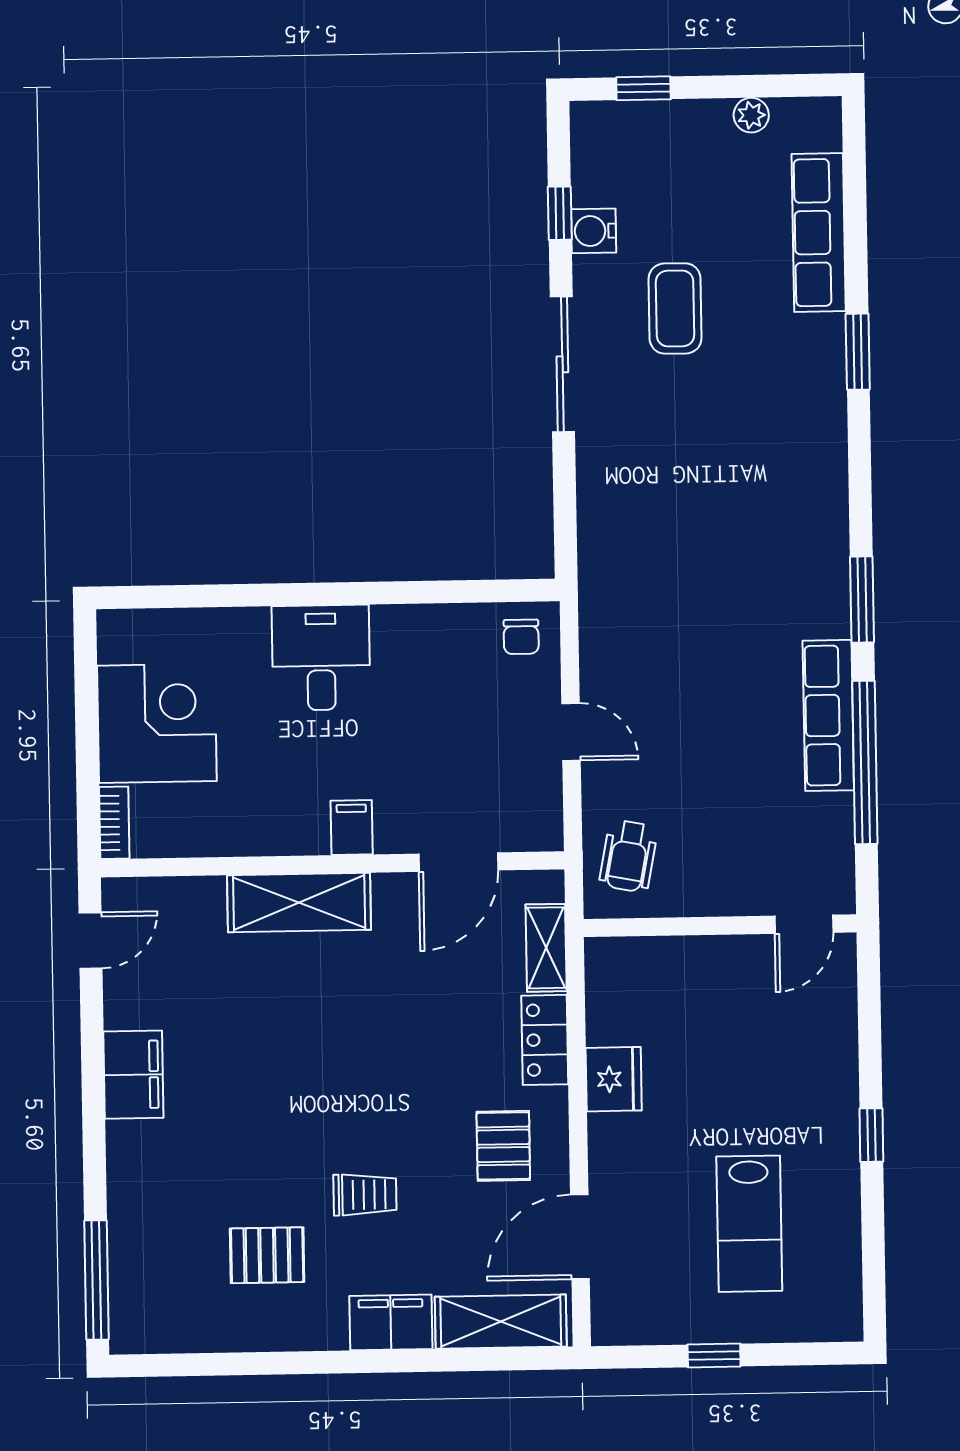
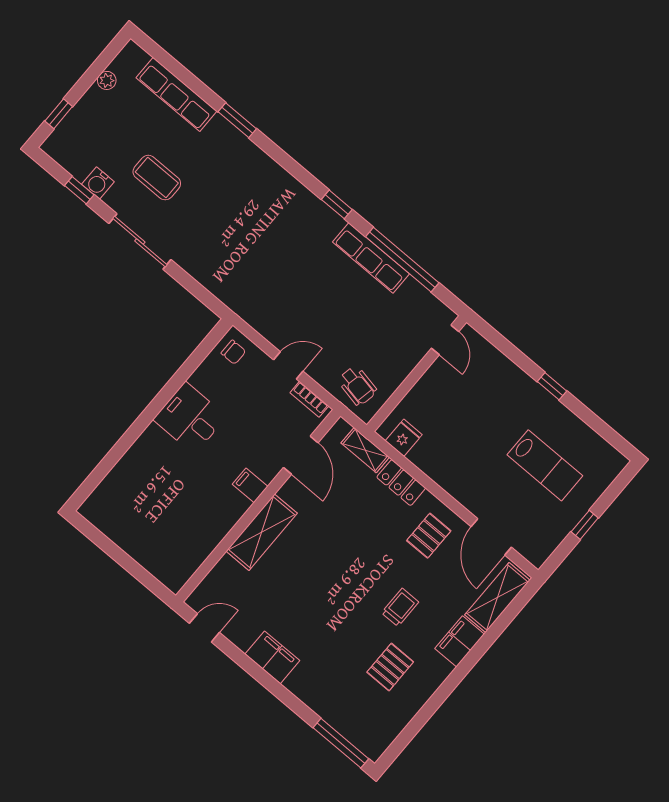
window: (862, 600) -> (337, 204), width x0.67
desk: (321, 658) -> (190, 418), moved
corner desk: (157, 723) -> (141, 526), removed
bookcase: (114, 823) -> (309, 399), moved, turned 180
door: (91, 940) -> (204, 628), hinge flipped
fridge: (614, 1079) -> (404, 438), moved, width x0.72
pallet: (503, 1146) -> (429, 536), turned 90

